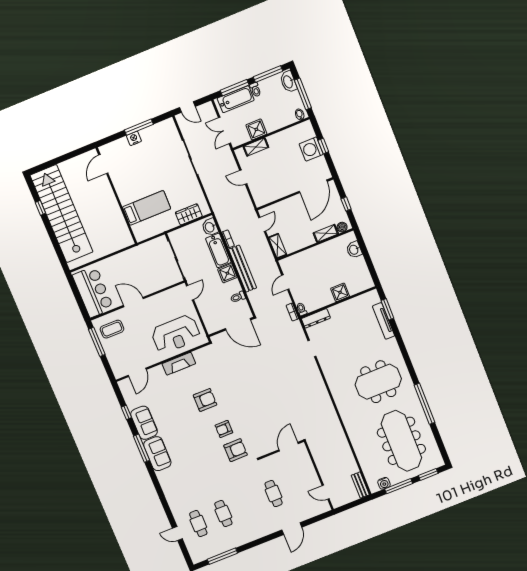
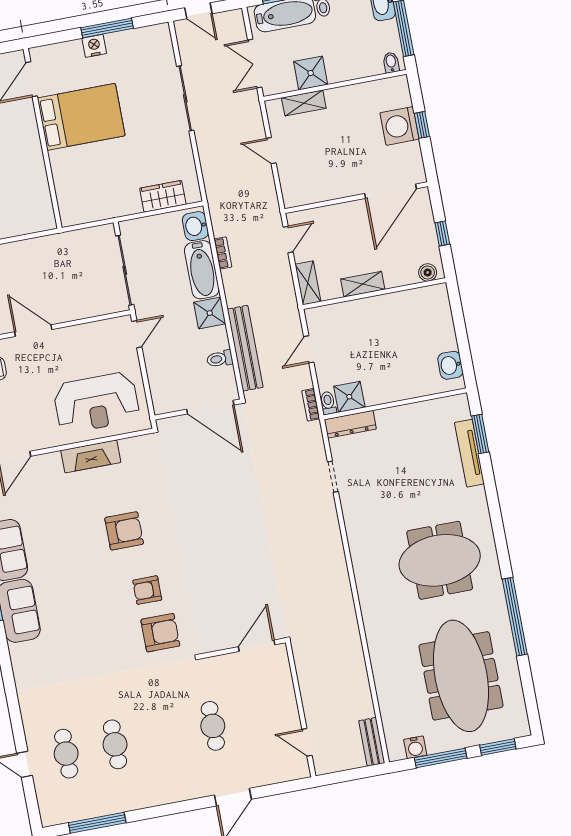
bed: (147, 208) -> (81, 117), moved, width x1.50
shelving: (326, 233) -> (363, 284), moved
washbasin: (354, 250) -> (450, 365), moved
bench: (243, 269) -> (245, 348), moved
shower: (340, 292) -> (349, 397), moved

